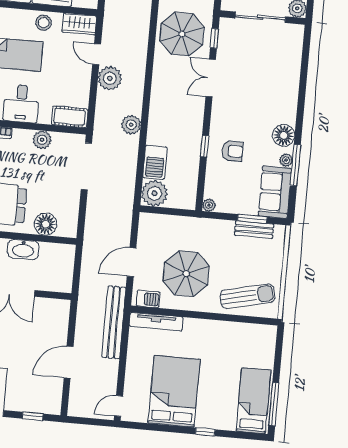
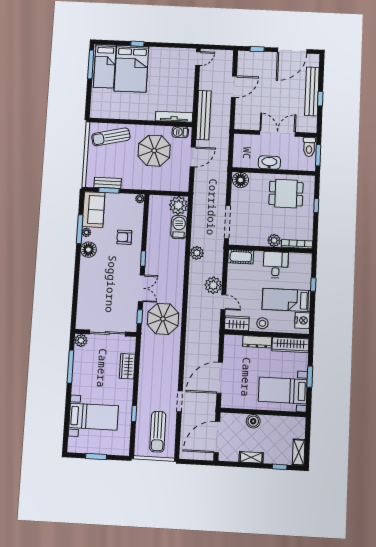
plant: (42, 140) -> (274, 240), moved
window: (204, 146) -> (143, 259), moved
floor lamp: (46, 224) -> (241, 180), moved
bed: (174, 391) -> (131, 69), moved

